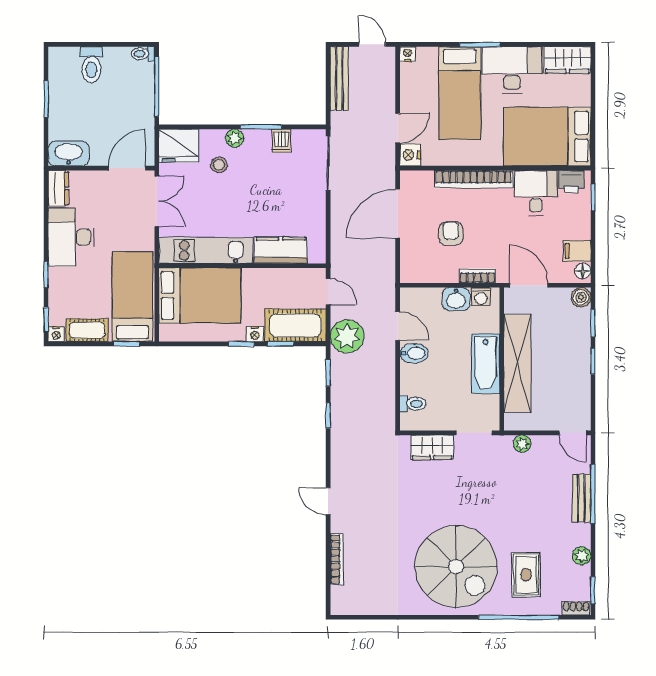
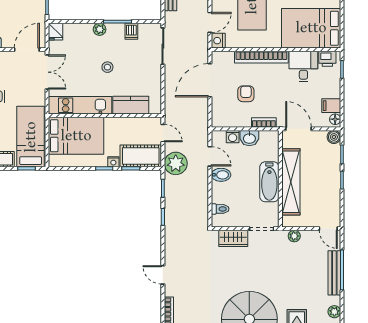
fridge: (179, 146) -> (56, 32), width x0.53, depth x0.75
stool: (219, 165) -> (107, 67), moved
washing machine: (481, 297) -> (233, 137), moved
bench: (582, 498) -> (334, 273), width x1.36

